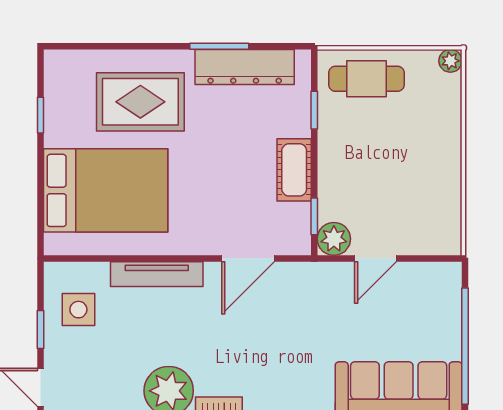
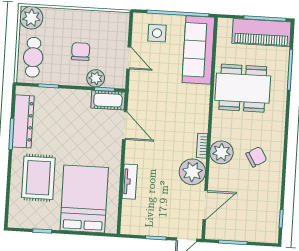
plant: (450, 61) -> (31, 18), width x1.87, depth x1.87
chair: (382, 167) -> (81, 52), added
cot: (294, 170) -> (108, 100), moved
plant: (334, 239) -> (96, 78), moved
tv unit: (157, 274) -> (130, 182), width x0.71
side table: (78, 310) -> (157, 33), moved

